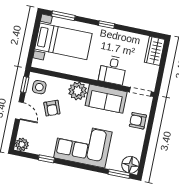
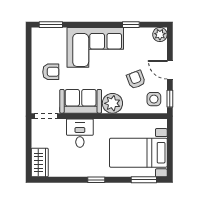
armchair: (138, 121) -> (51, 72), moved
floor lamp: (130, 165) -> (41, 37), removed

